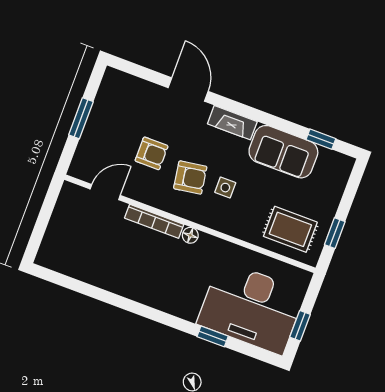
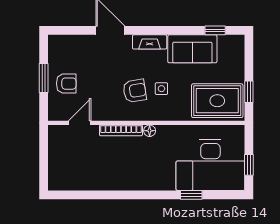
armchair: (152, 153) -> (66, 84), moved
rug: (290, 229) -> (217, 101), width x1.36, depth x1.43

